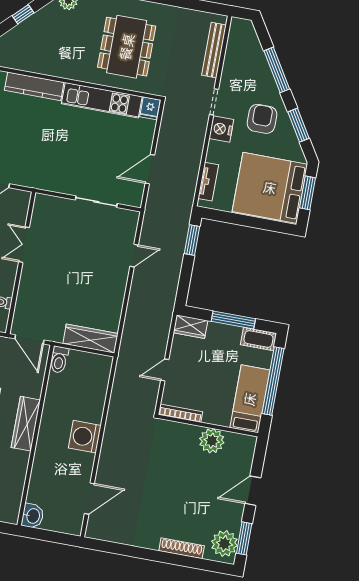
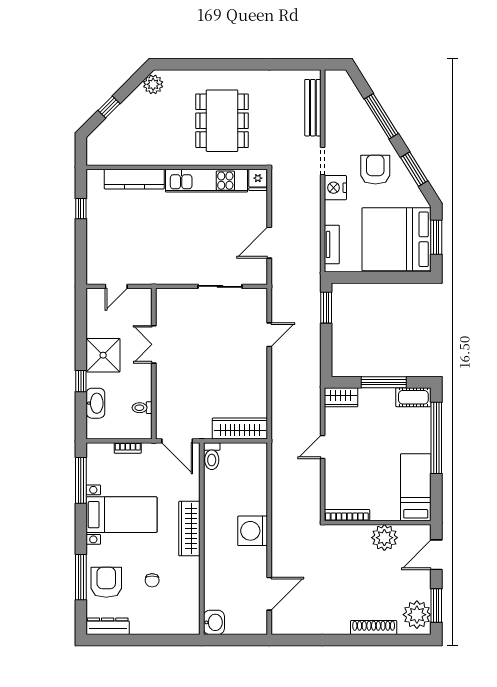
bed: (250, 399) -> (416, 487), moved
bookcase: (180, 413) -> (347, 515), moved
wall: (208, 426) -> (378, 523), moved
plant: (212, 441) -> (384, 538), moved

